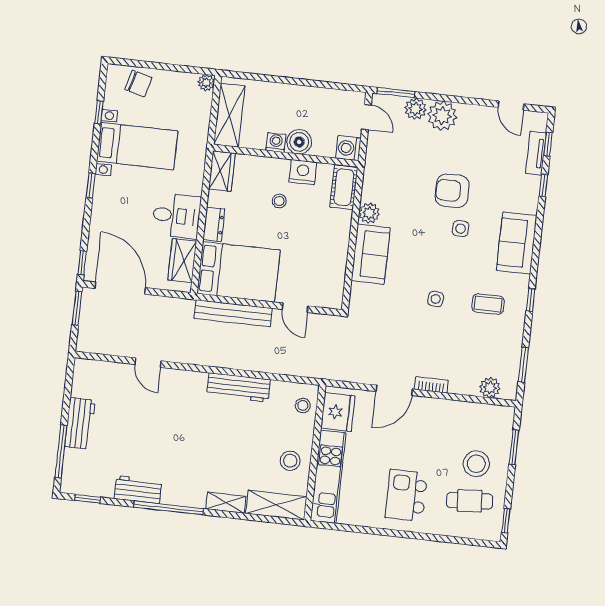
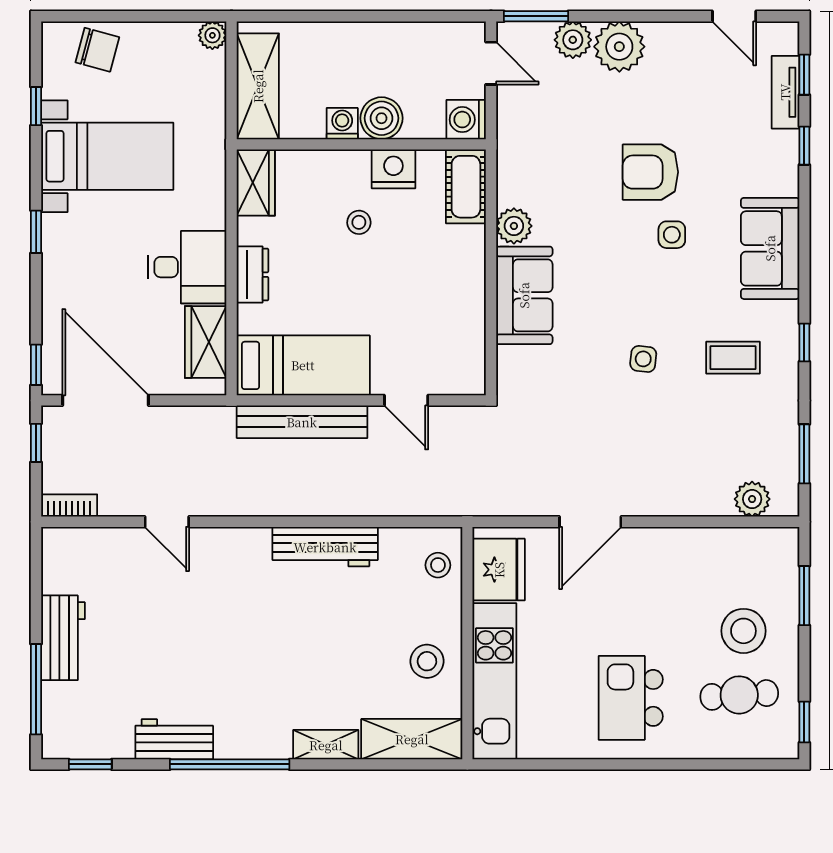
bed: (238, 272) -> (303, 365), width x0.67
window: (77, 308) -> (36, 443), width x0.67
bookcase: (431, 385) -> (69, 505), moved

